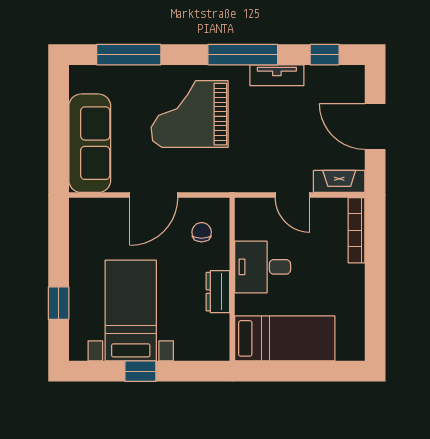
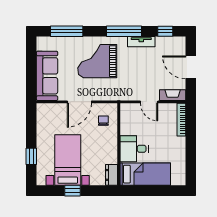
desk: (263, 267) -> (134, 149), moved
dresser: (218, 292) -> (112, 175), moved

